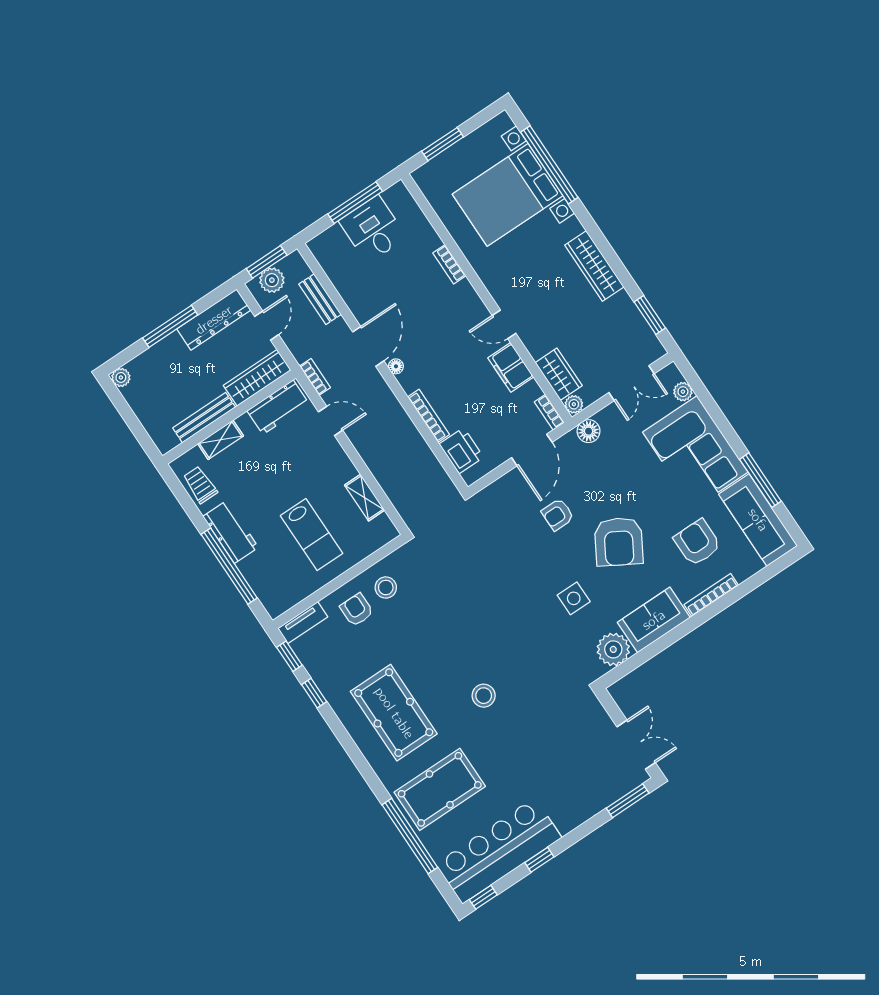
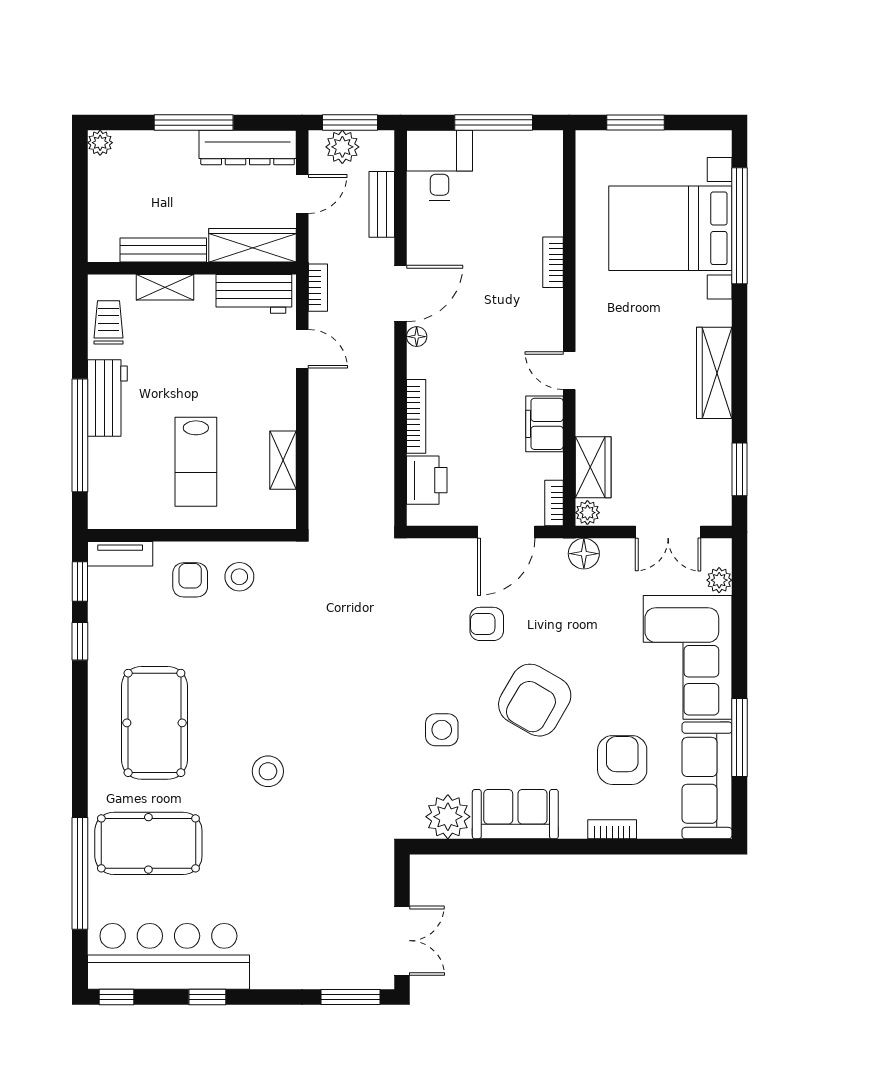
desk: (373, 229) -> (439, 166), moved
bookcase: (711, 595) -> (612, 829), width x0.64

